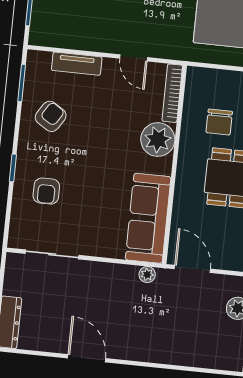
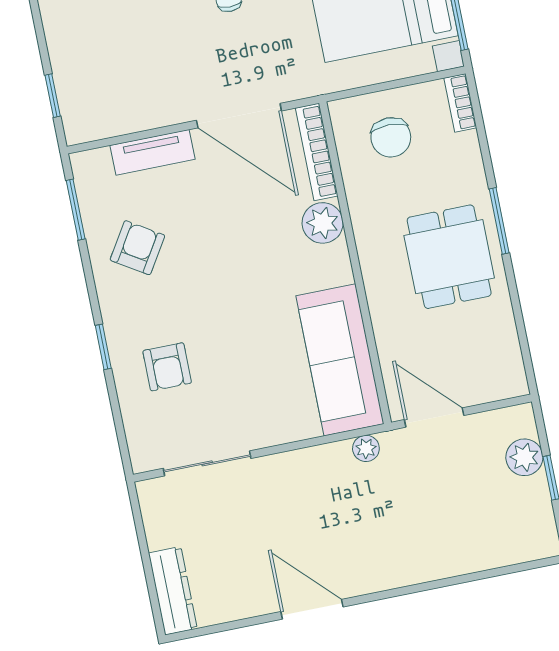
door: (134, 58) -> (239, 116), width x1.88
chair: (219, 122) -> (391, 137), moved
plant: (158, 140) -> (323, 223), width x0.73, depth x0.73

